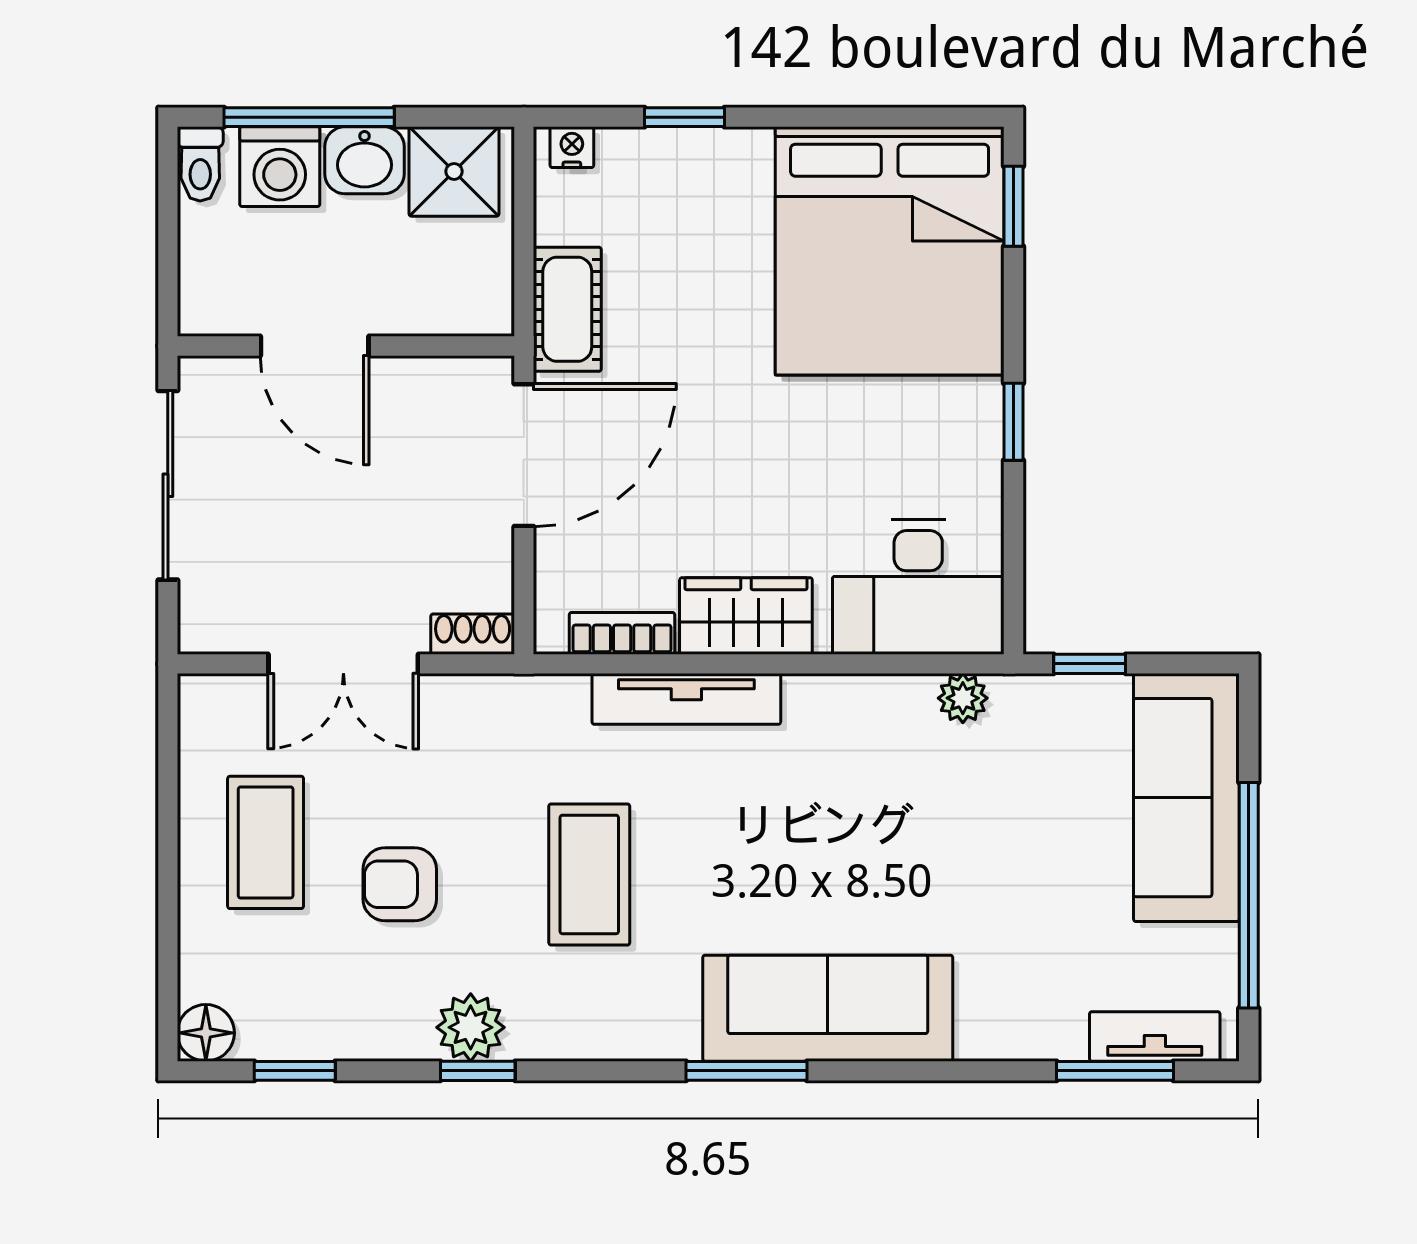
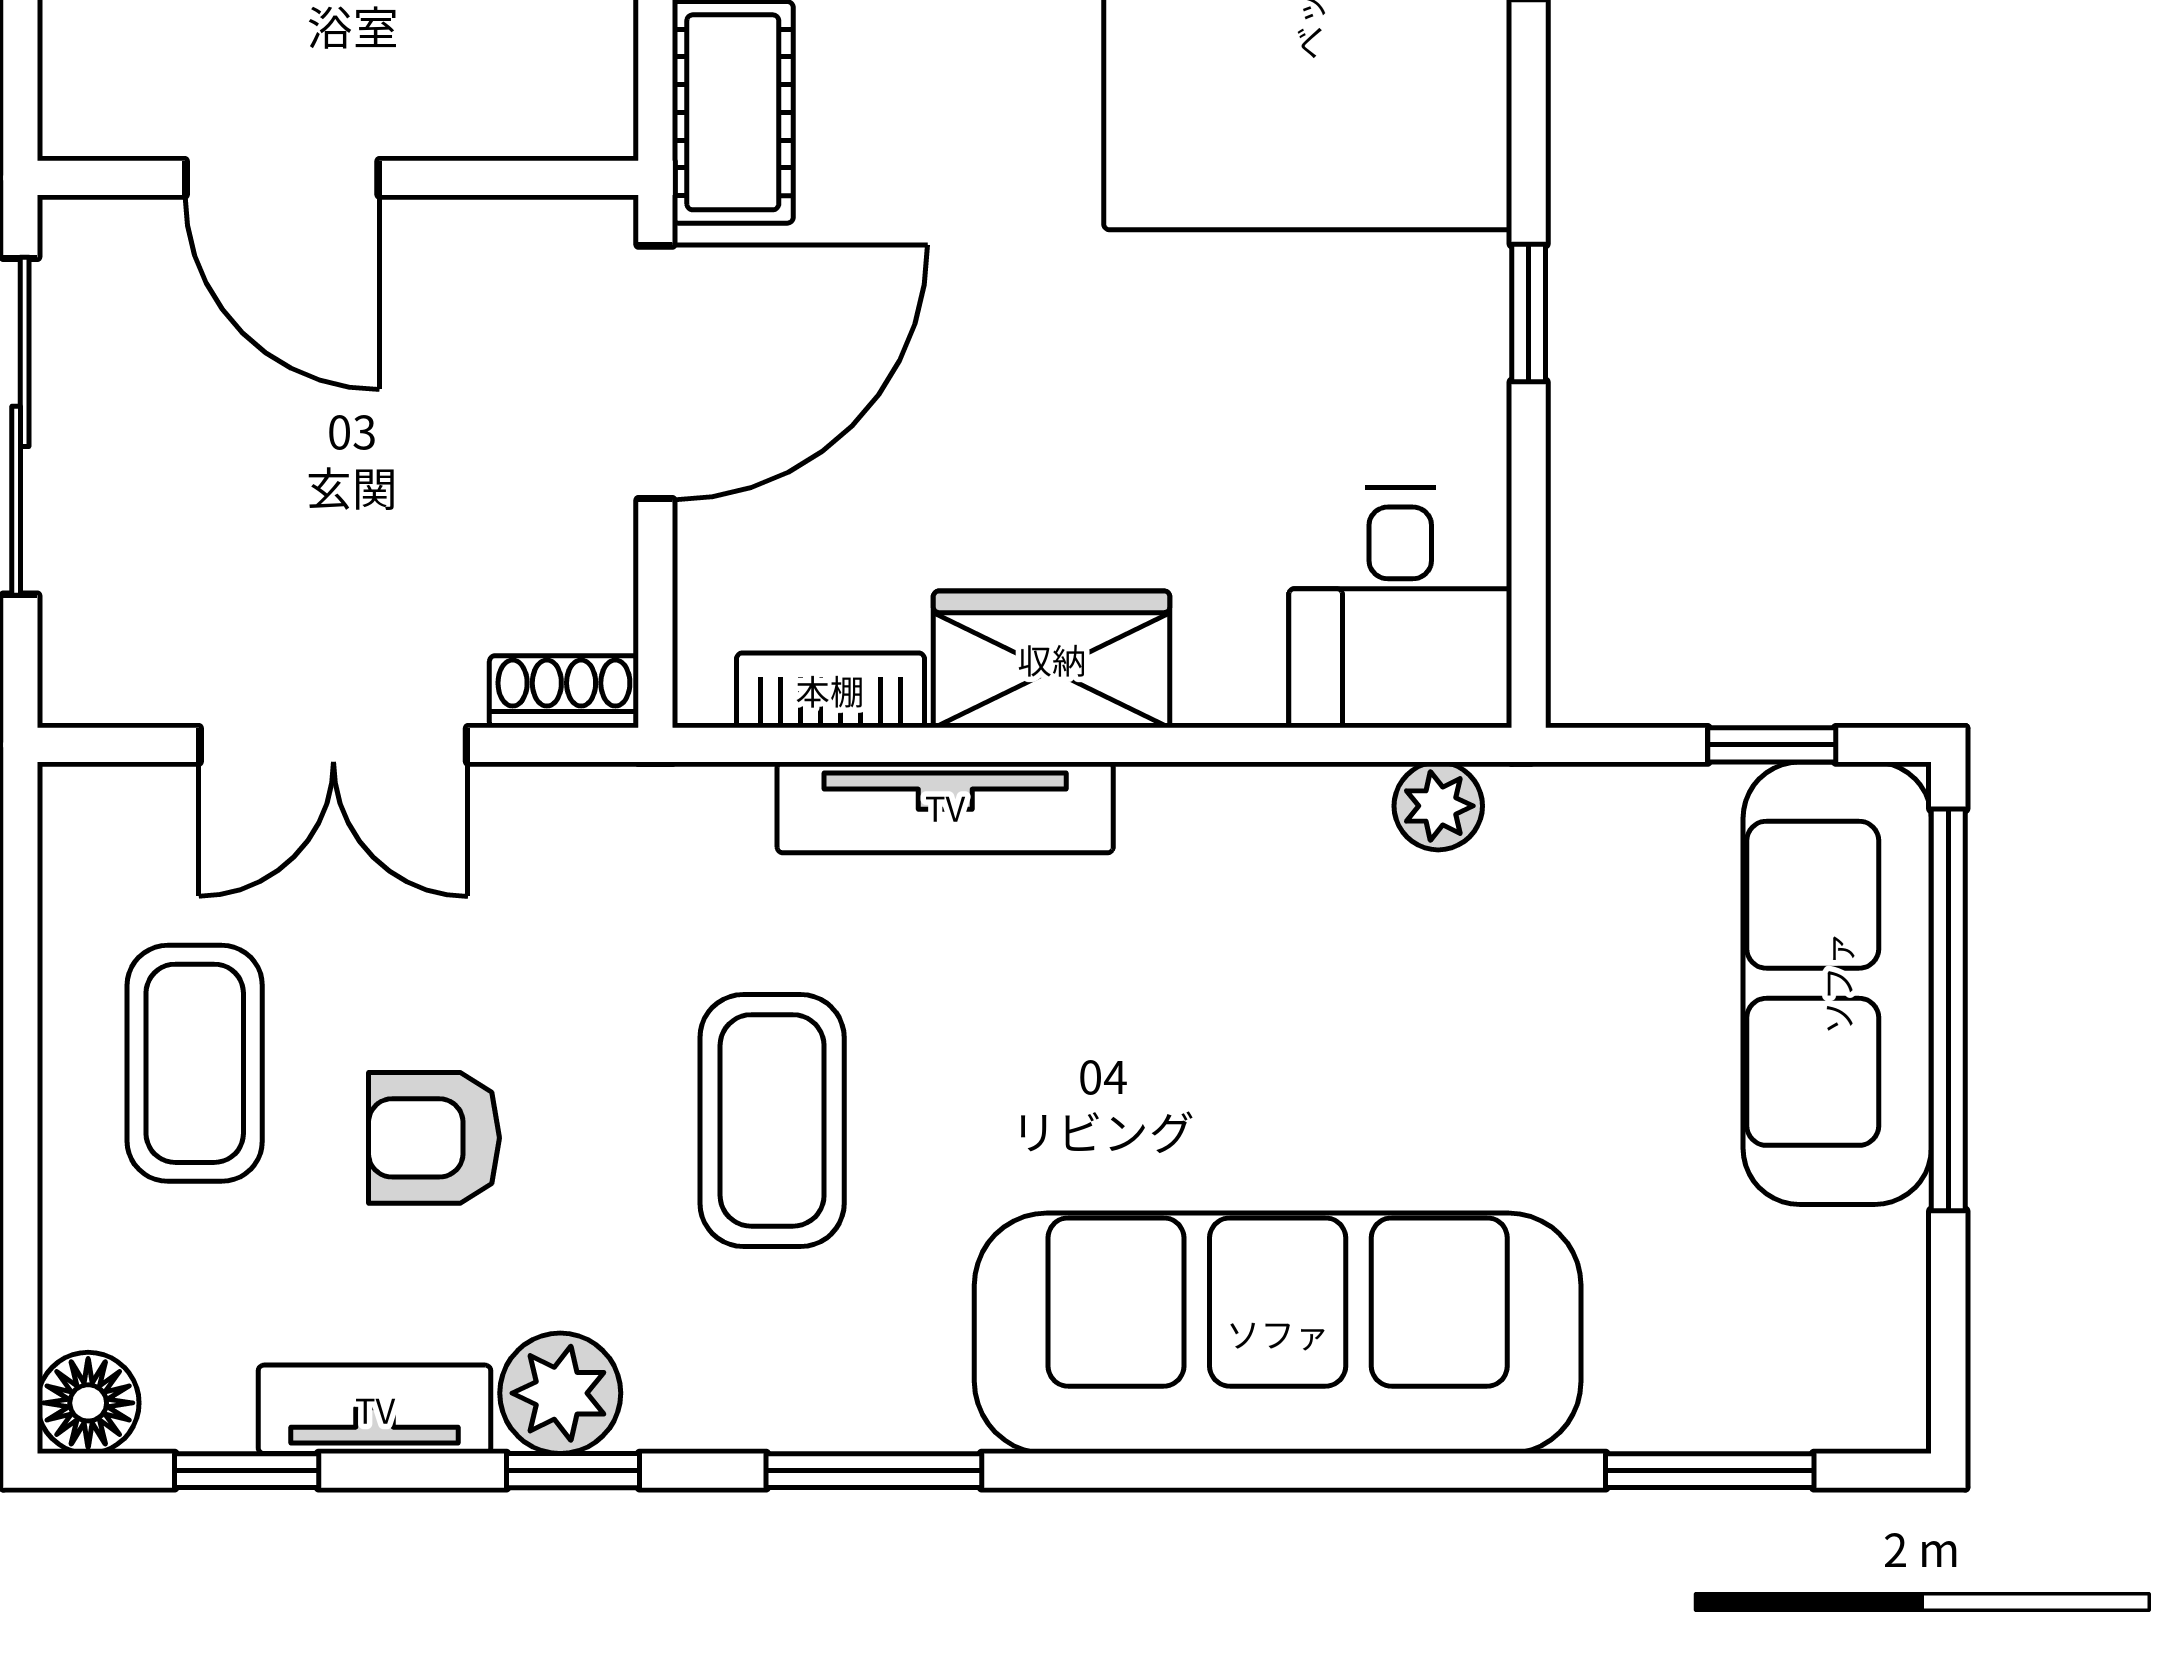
desk: (918, 587) -> (1400, 608), width x0.73
window: (1090, 664) -> (1772, 745), moved
window: (1249, 895) -> (1948, 1010), moved
sofa: (828, 1008) -> (1278, 1333), width x1.36, depth x1.27
tv unit: (1155, 1036) -> (375, 1409), moved
window: (746, 1071) -> (874, 1471), moved

